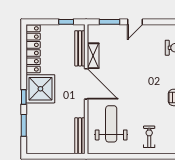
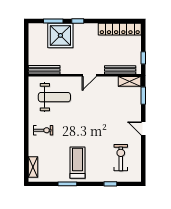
door: (135, 22) -> (143, 128), moved
shelving: (93, 56) -> (130, 81), moved
door: (86, 84) -> (89, 75), width x0.53
shower: (40, 89) -> (60, 35), moved

